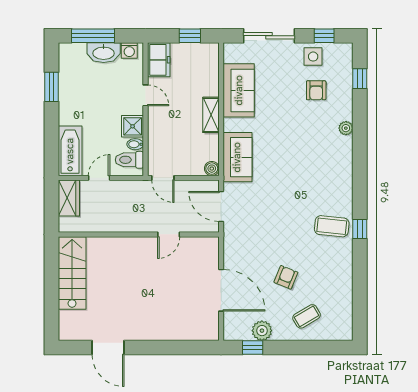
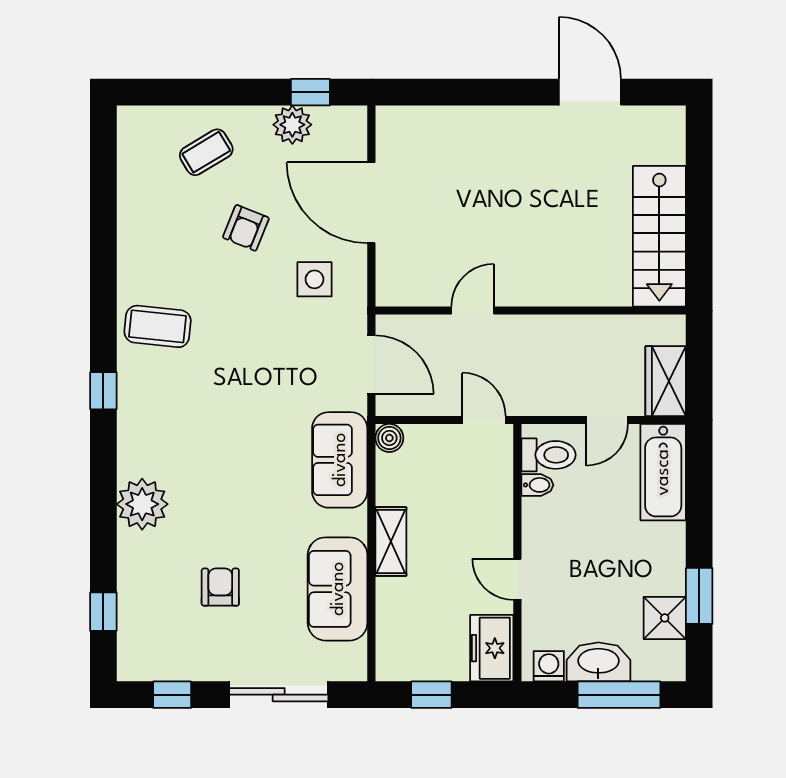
side table: (313, 57) -> (314, 279), moved
armchair: (316, 90) -> (220, 587), moved
shower: (133, 126) -> (665, 618), moved
plant: (346, 128) -> (142, 504), width x1.88, depth x1.88
window: (360, 229) -> (103, 391), moved

